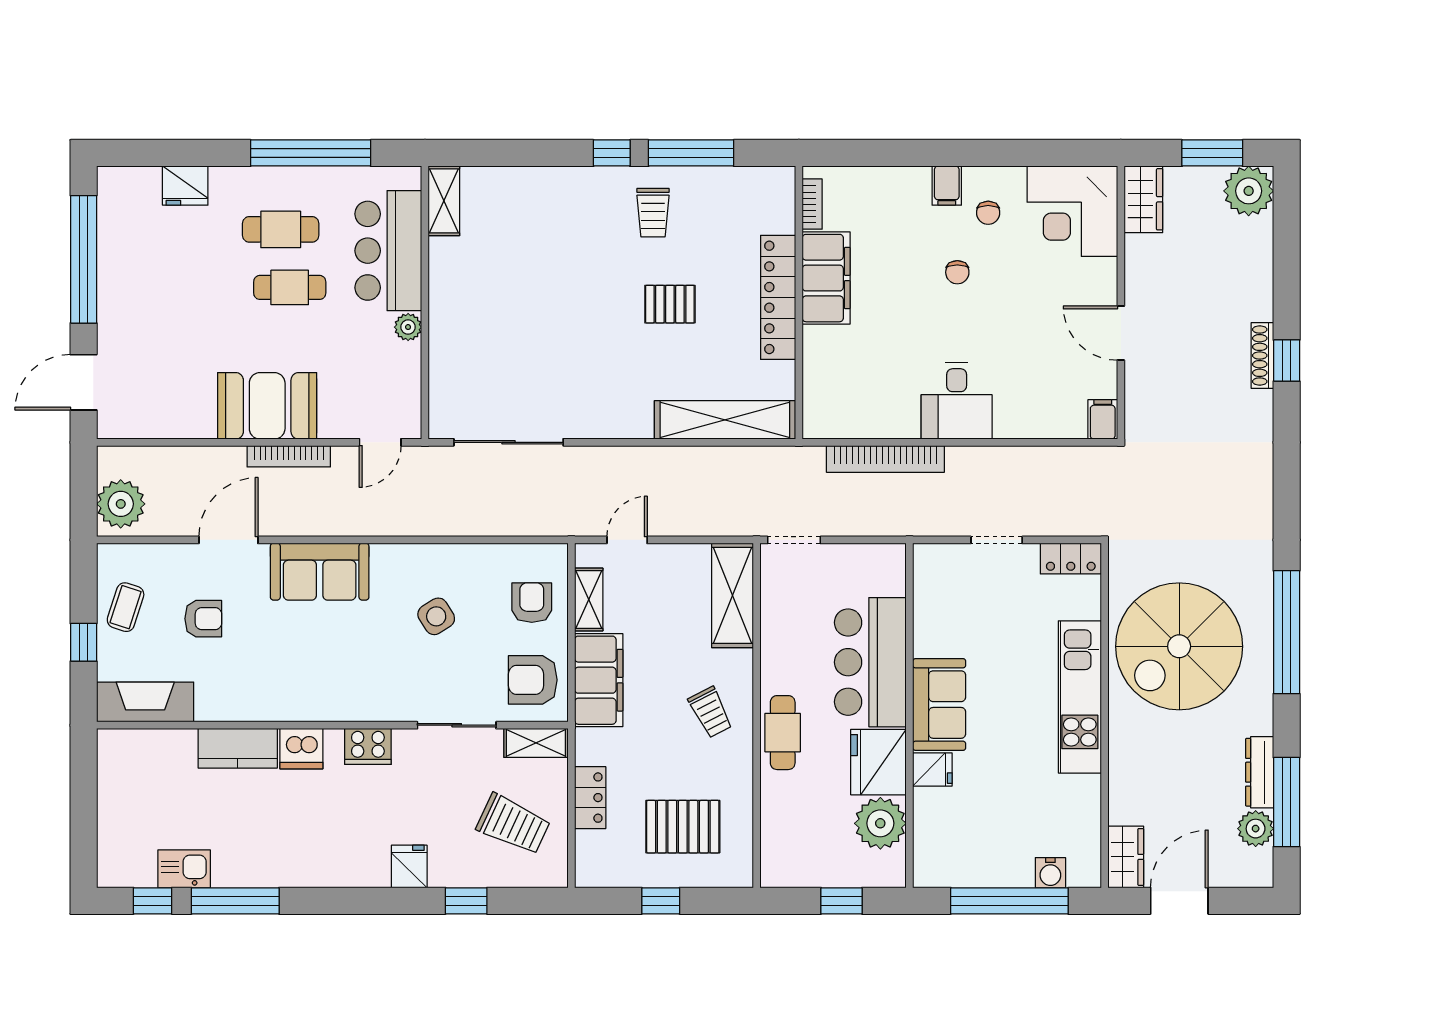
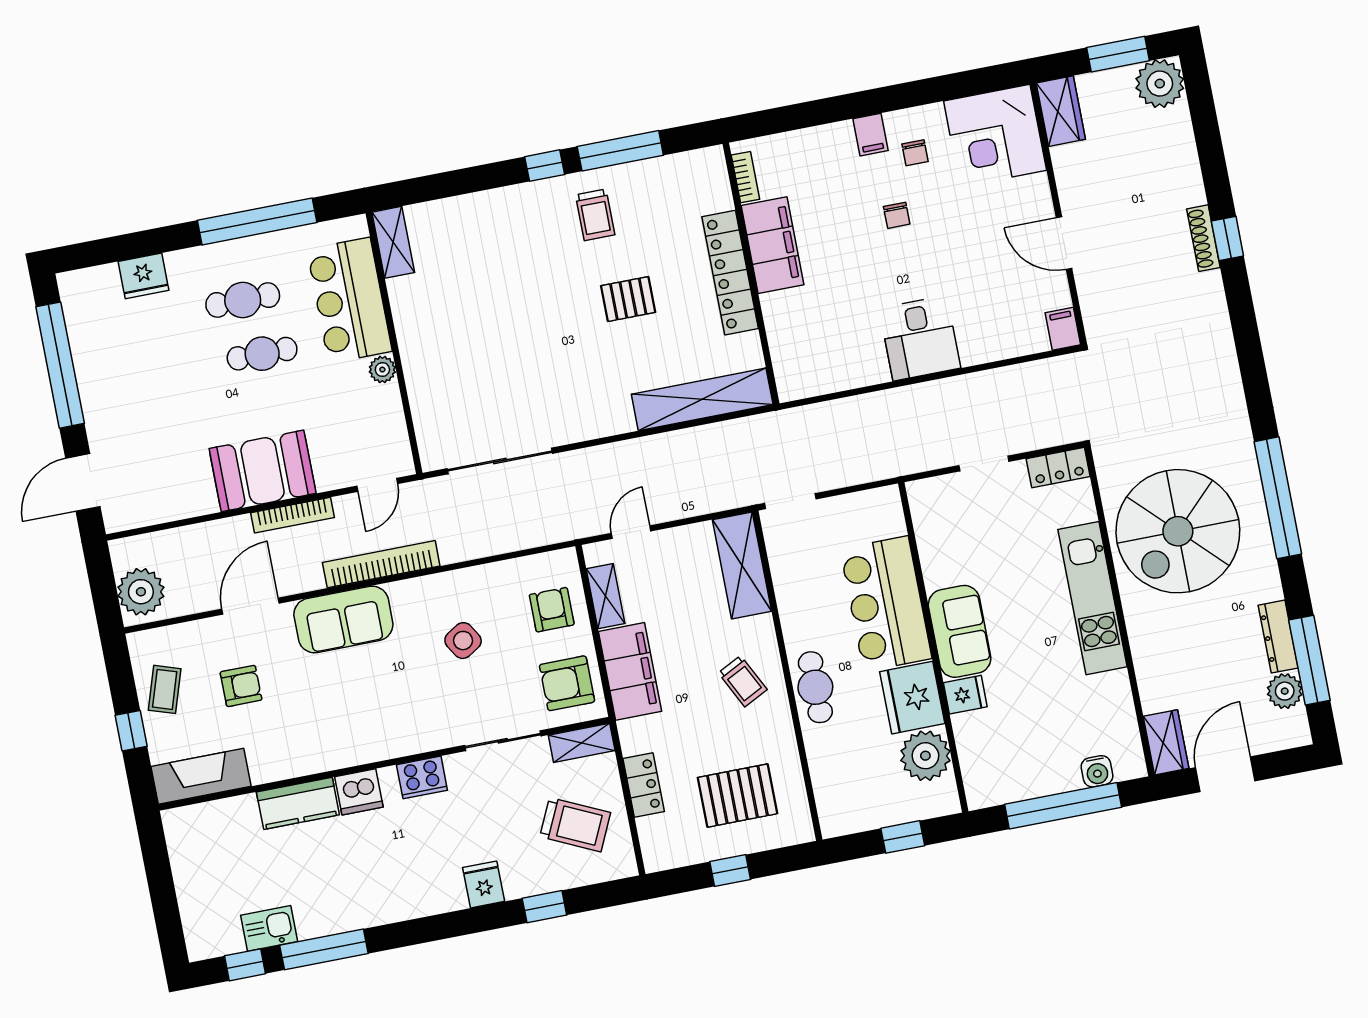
bookcase: (885, 459) -> (381, 564), moved, turned 180

